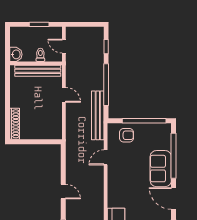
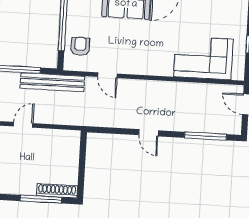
window: (7, 112) -> (41, 199), added
door: (63, 191) -> (149, 133), swing flipped

